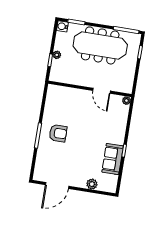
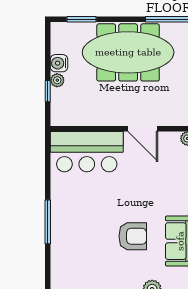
water cooler: (62, 26) -> (59, 63), moved
bar counter: (67, 99) -> (87, 152), added
armchair: (58, 133) -> (133, 236), moved

